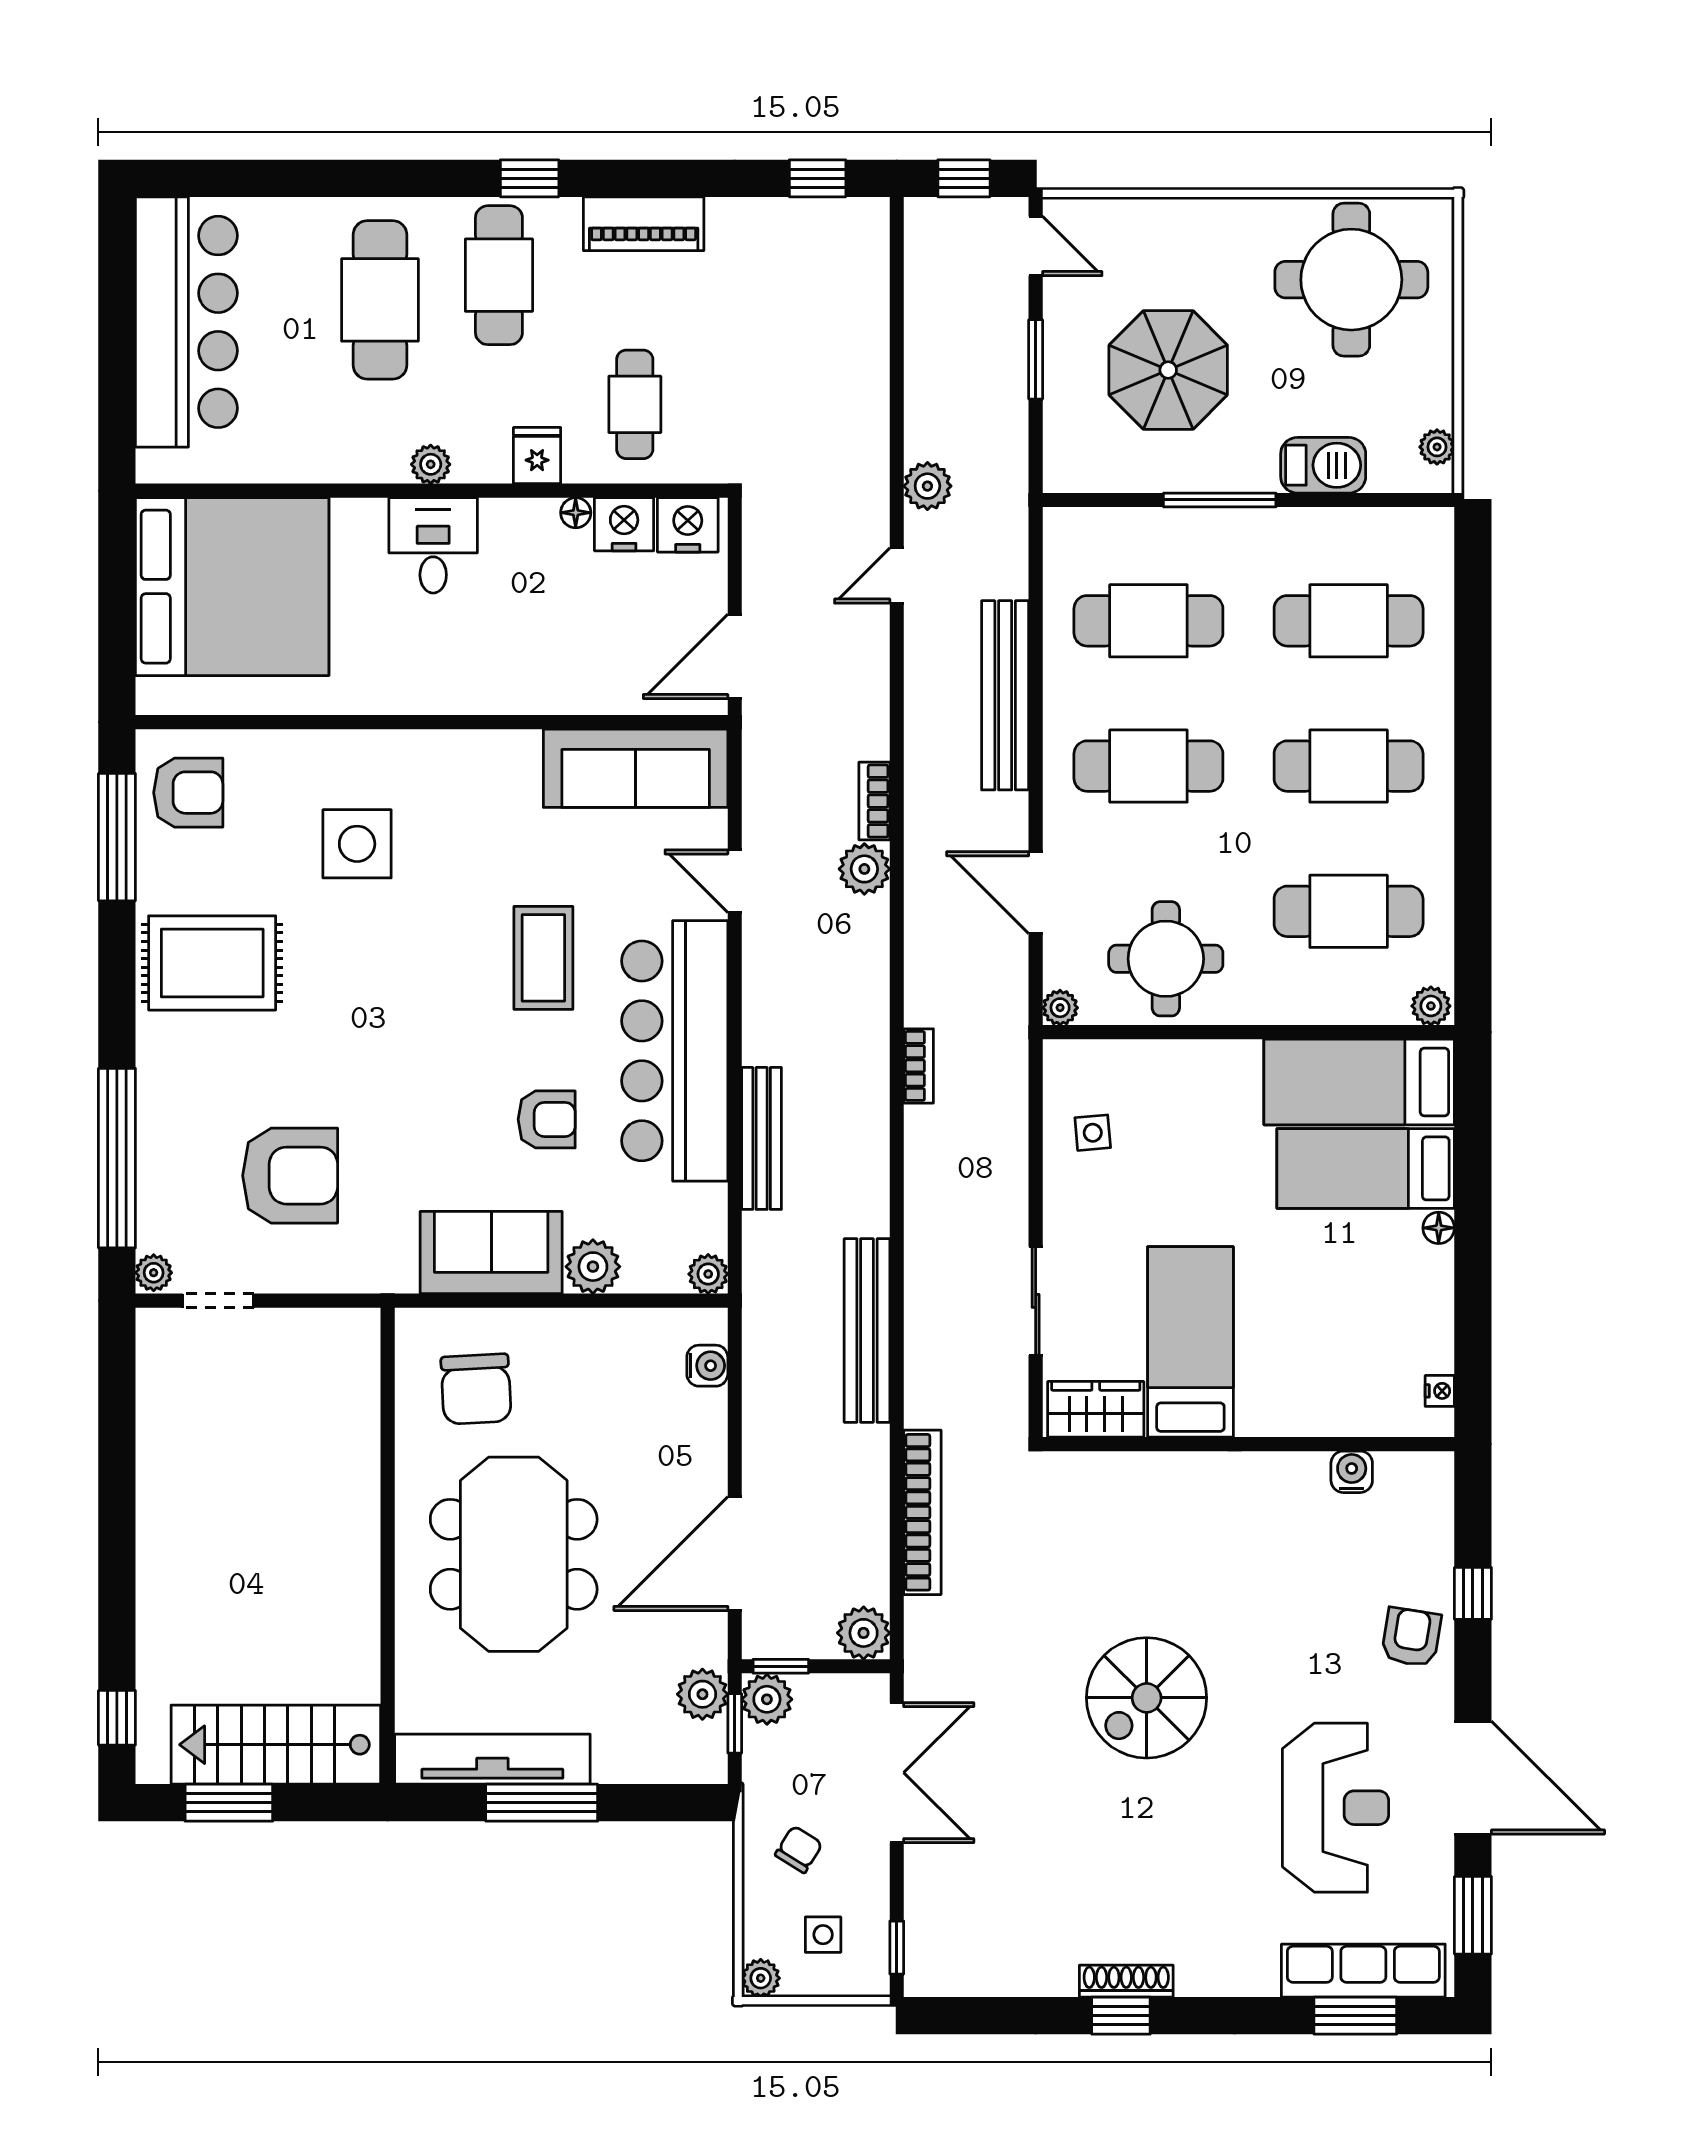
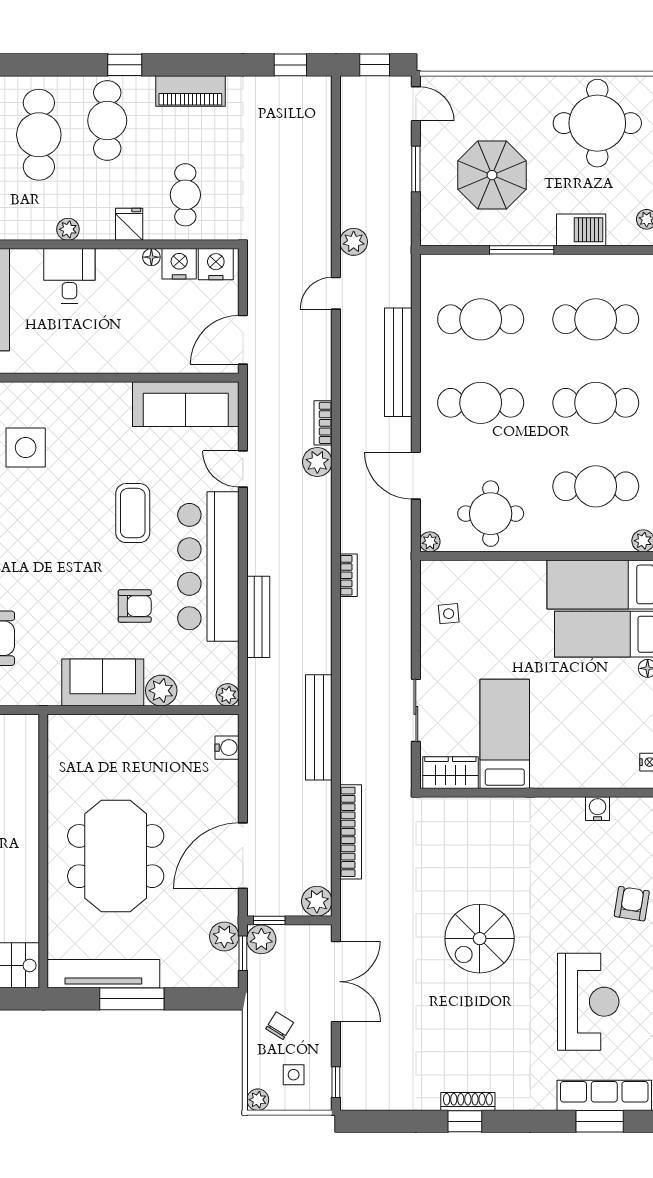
chair: (476, 1389) -> (94, 761), removed

